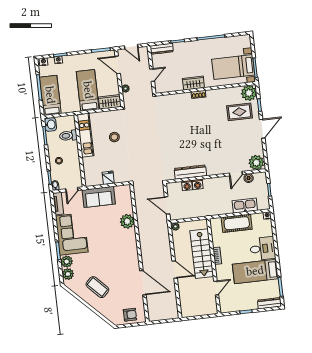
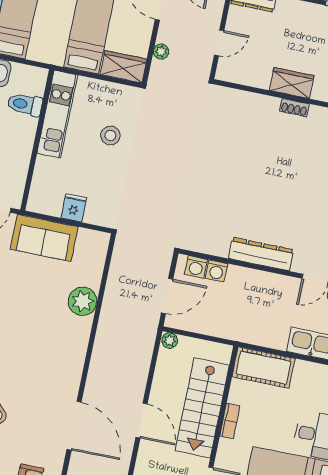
dresser: (190, 172) -> (261, 254), moved
washing machine: (198, 184) -> (196, 267), moved
door: (167, 205) -> (167, 296), swing flipped
cot: (237, 223) -> (263, 368), moved

